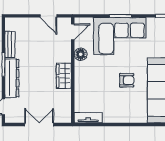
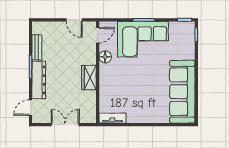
armchair: (127, 80) -> (150, 82), removed

